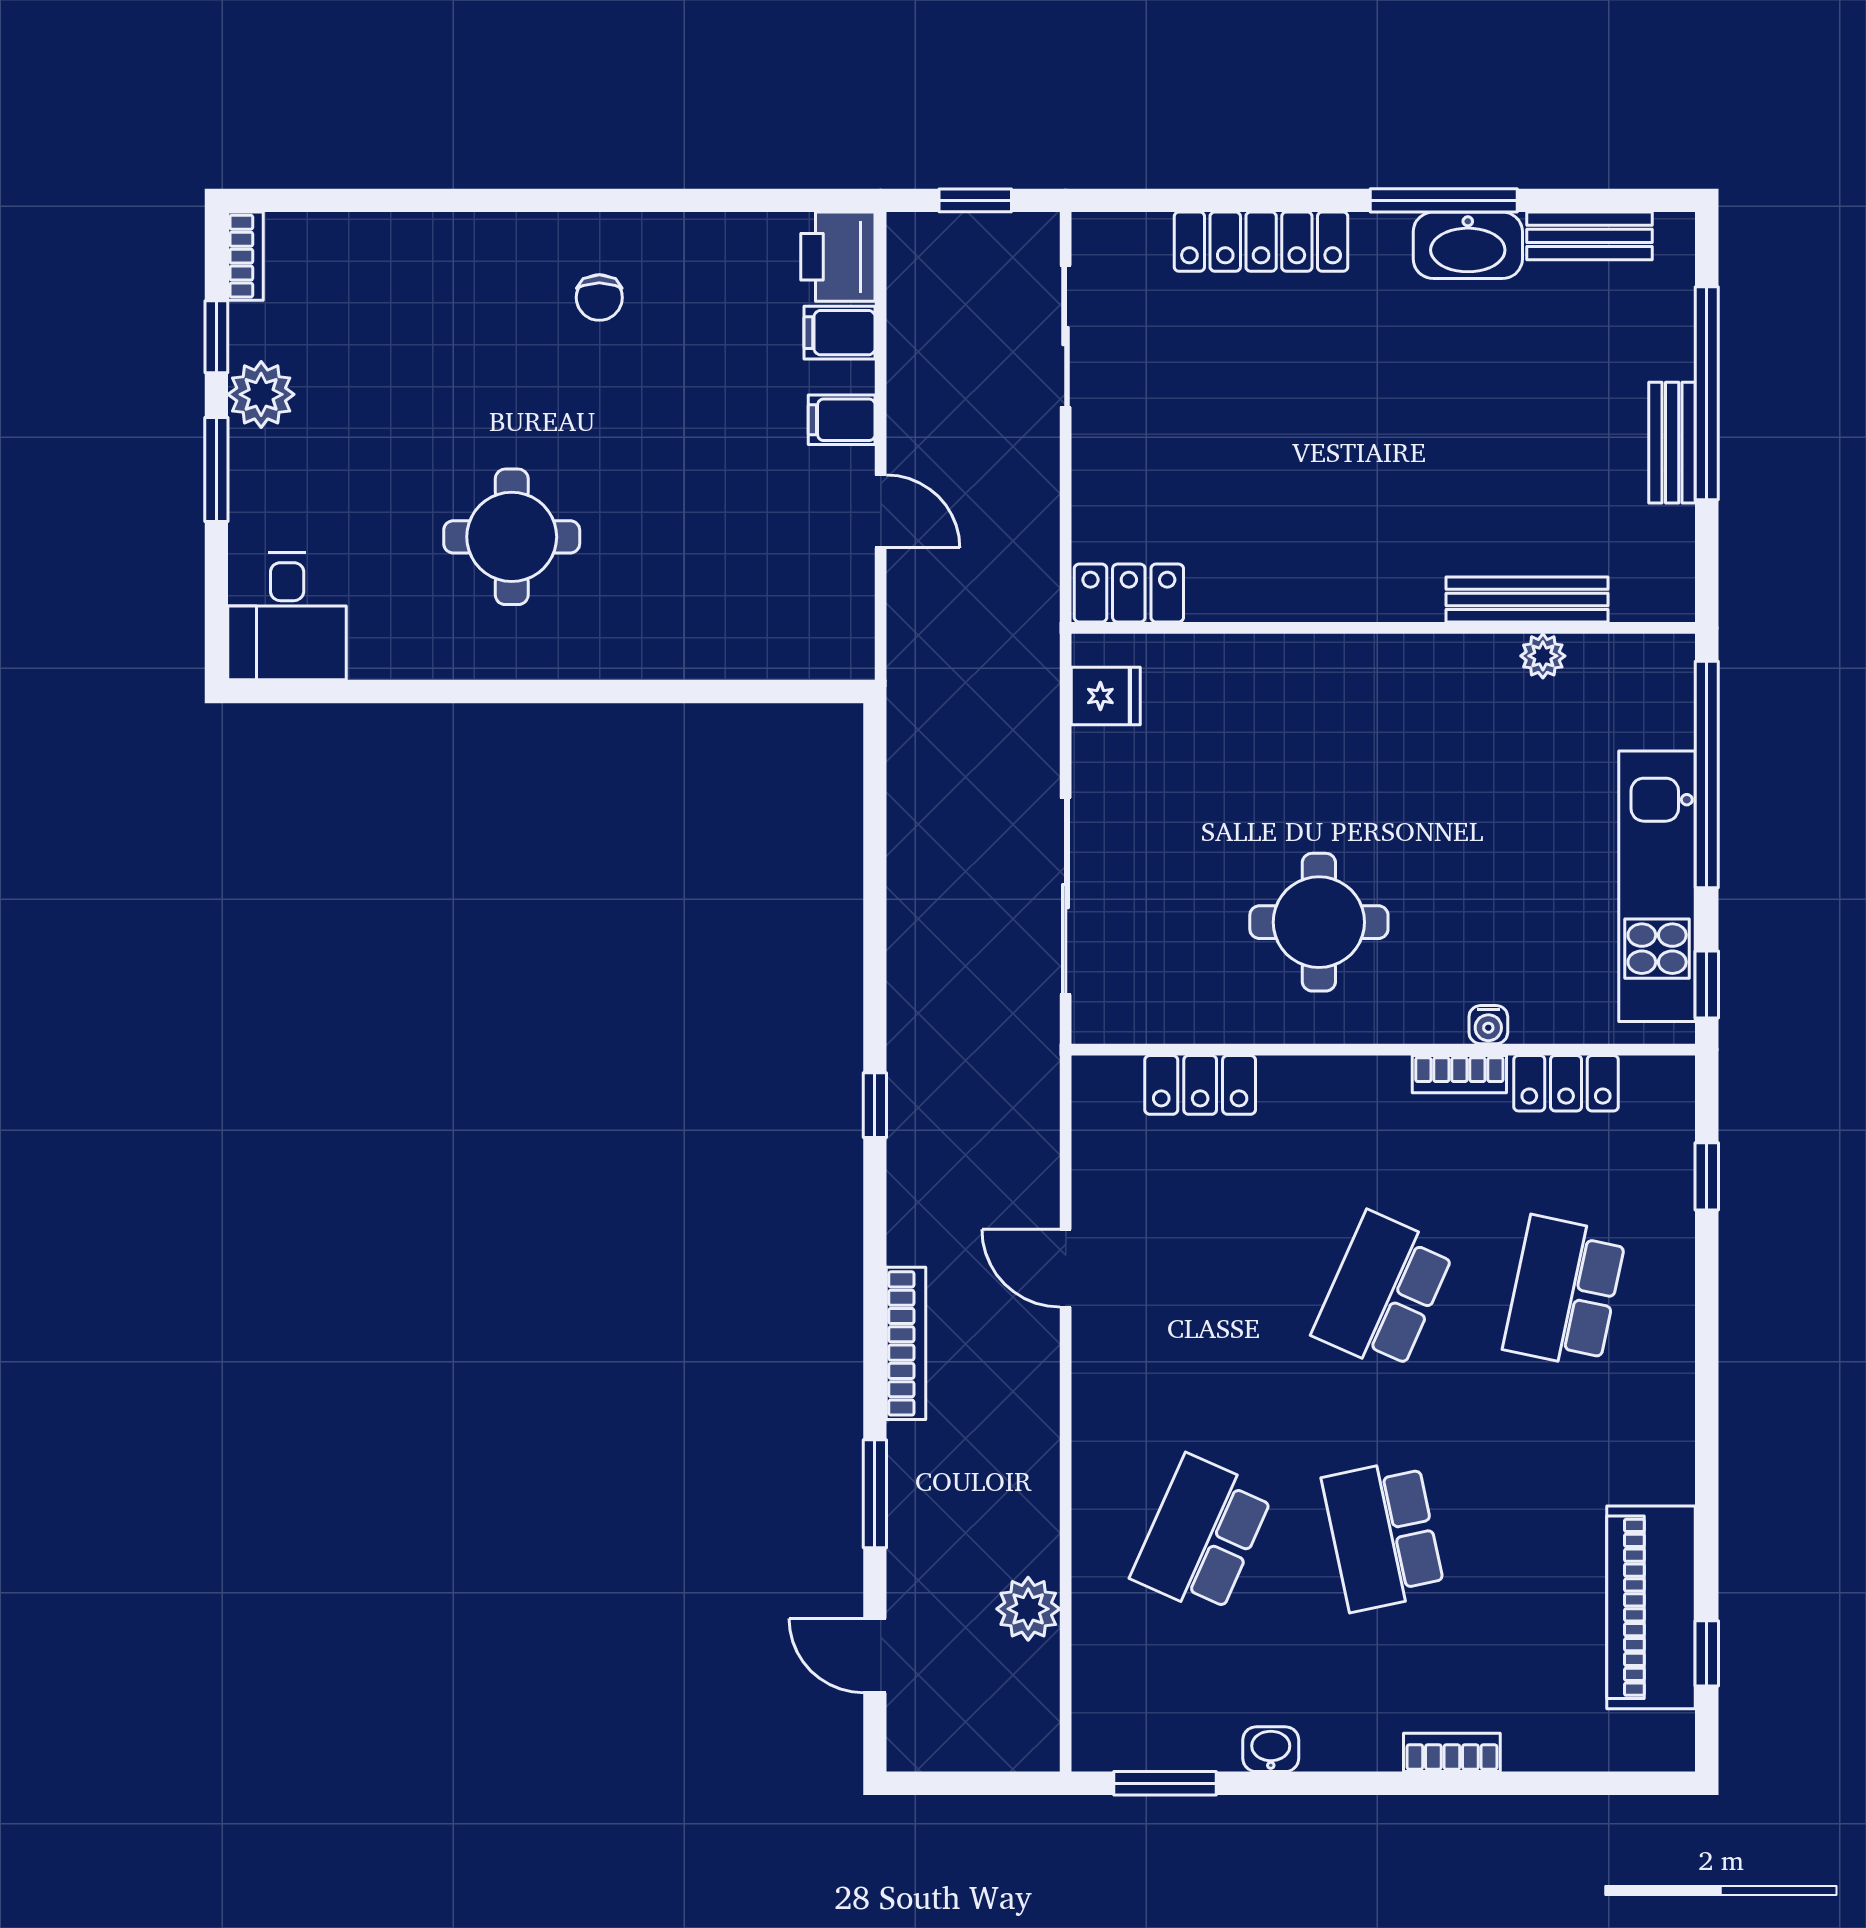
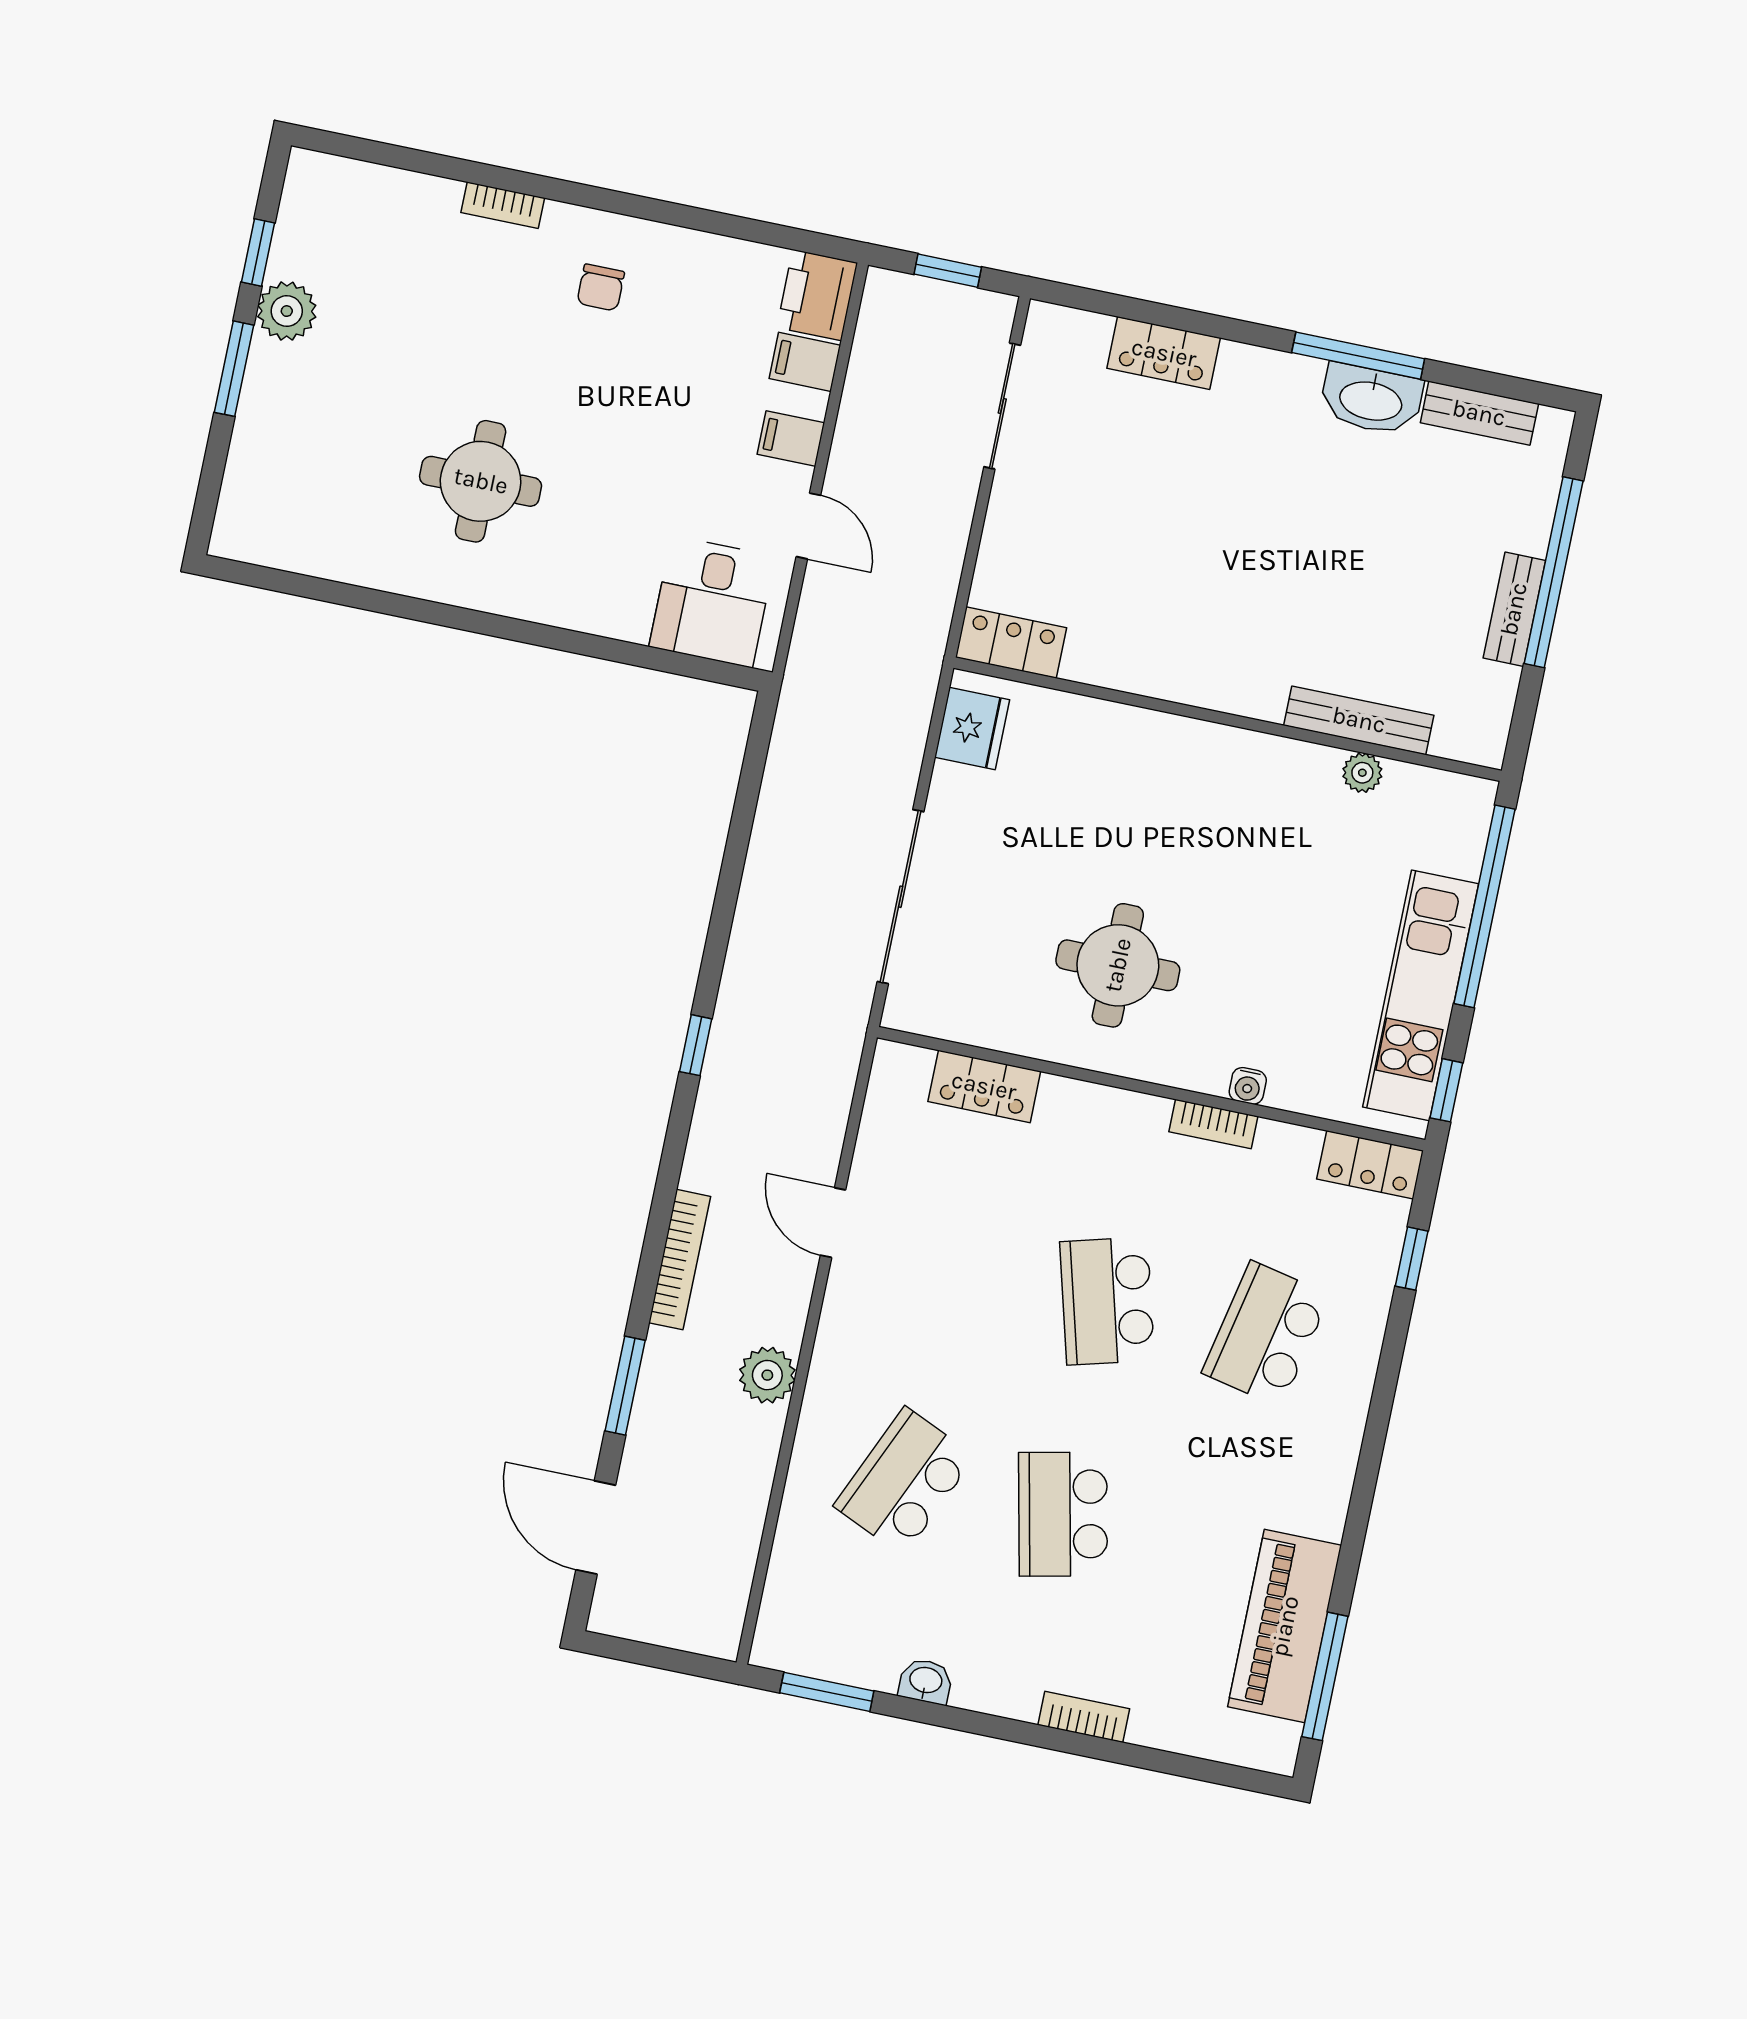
locker: (1261, 242) -> (1164, 353), width x0.66
bookcase: (246, 256) -> (503, 205), moved, turned 90
desk: (287, 616) -> (712, 602), moved
fridge: (1106, 696) -> (972, 729), width x1.38
locker: (1566, 1083) -> (1370, 1165), moved
school desk: (1383, 1292) -> (1107, 1301), turned -39
plant: (1028, 1609) -> (767, 1375), moved
window: (1707, 1653) -> (1325, 1676), width x2.17
door: (875, 1656) -> (596, 1528), width x1.38

